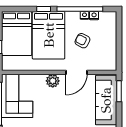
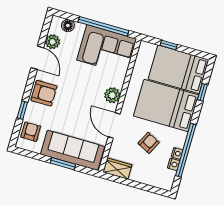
window: (44, 9) -> (202, 92), moved
wardrobe: (110, 60) -> (117, 169), added
window: (119, 91) -> (63, 164), moved

